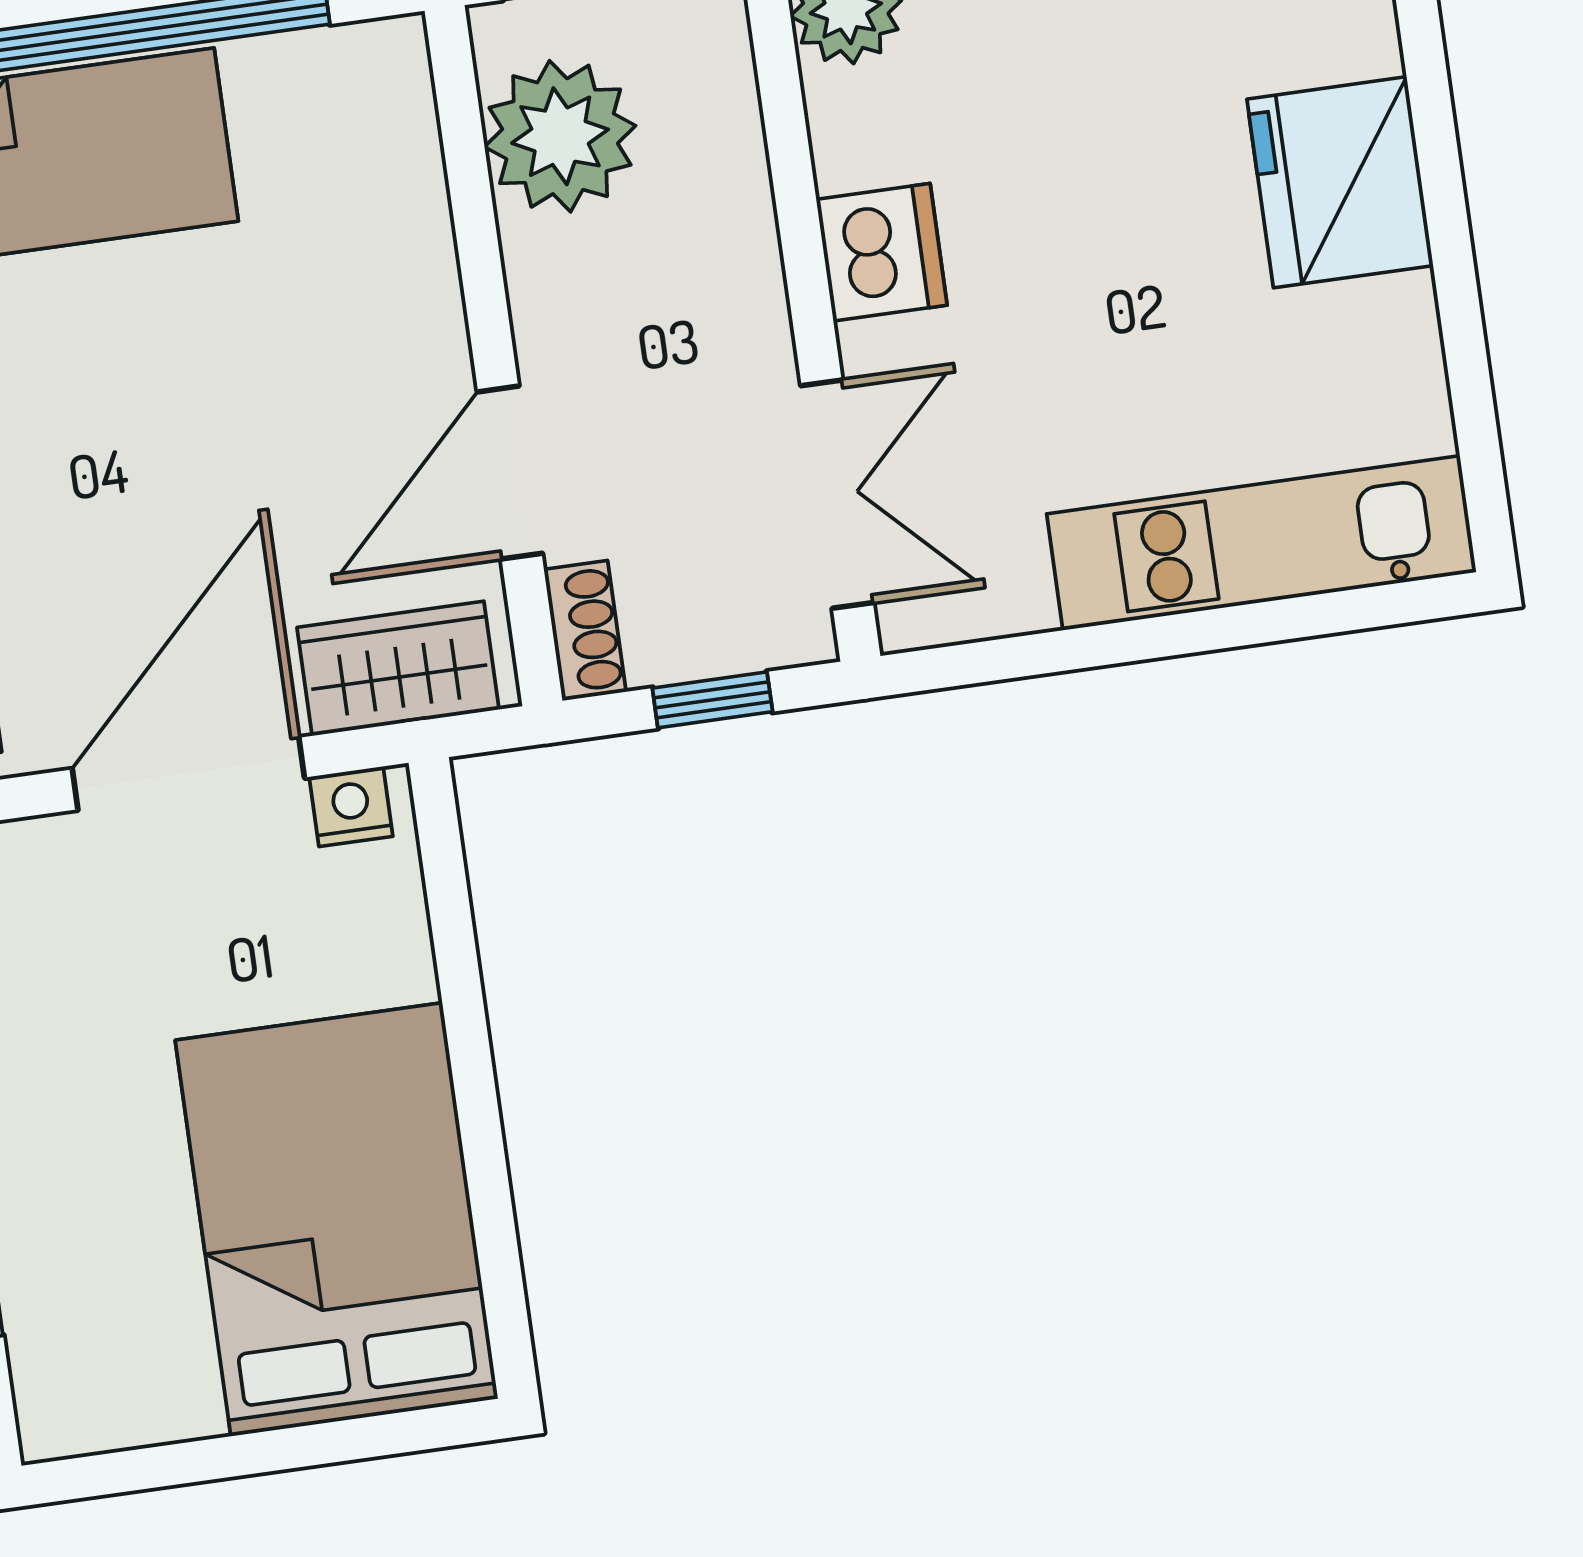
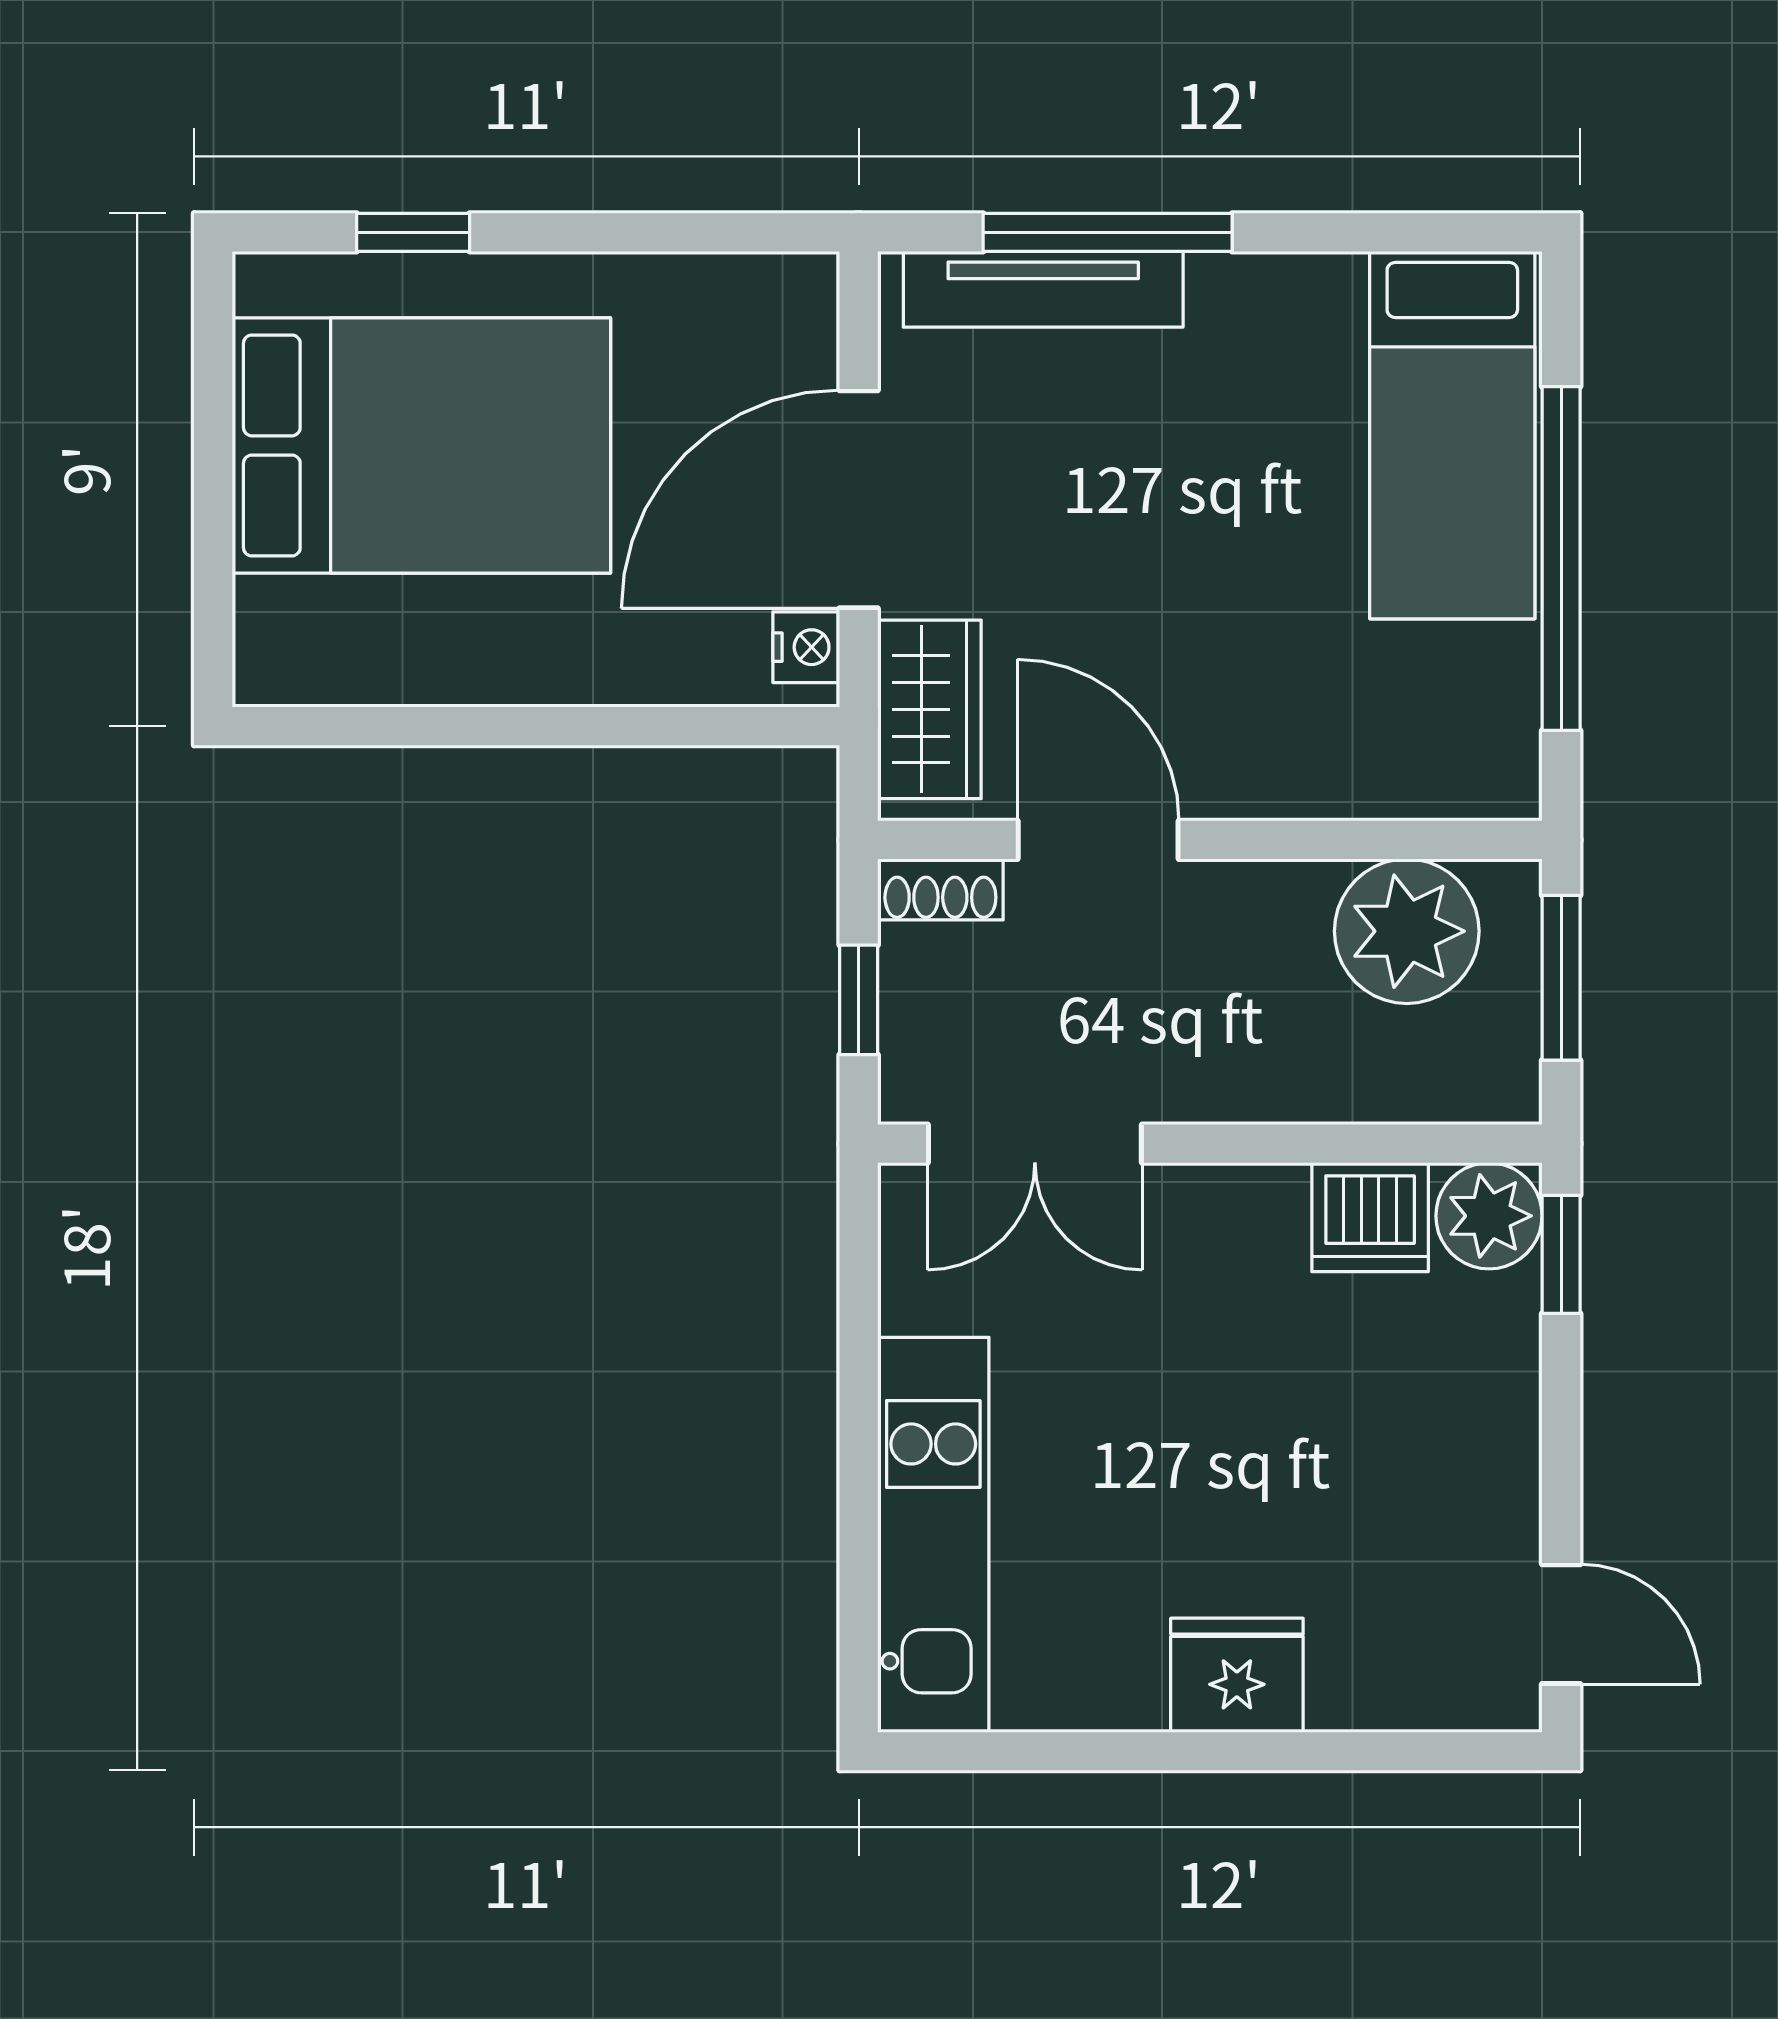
fridge: (1340, 182) -> (1237, 1675), width x0.73, depth x0.75
dishwasher: (882, 252) -> (1370, 1217), moved
door: (188, 773) -> (859, 499), swing flipped
bed: (337, 1219) -> (421, 445), moved

